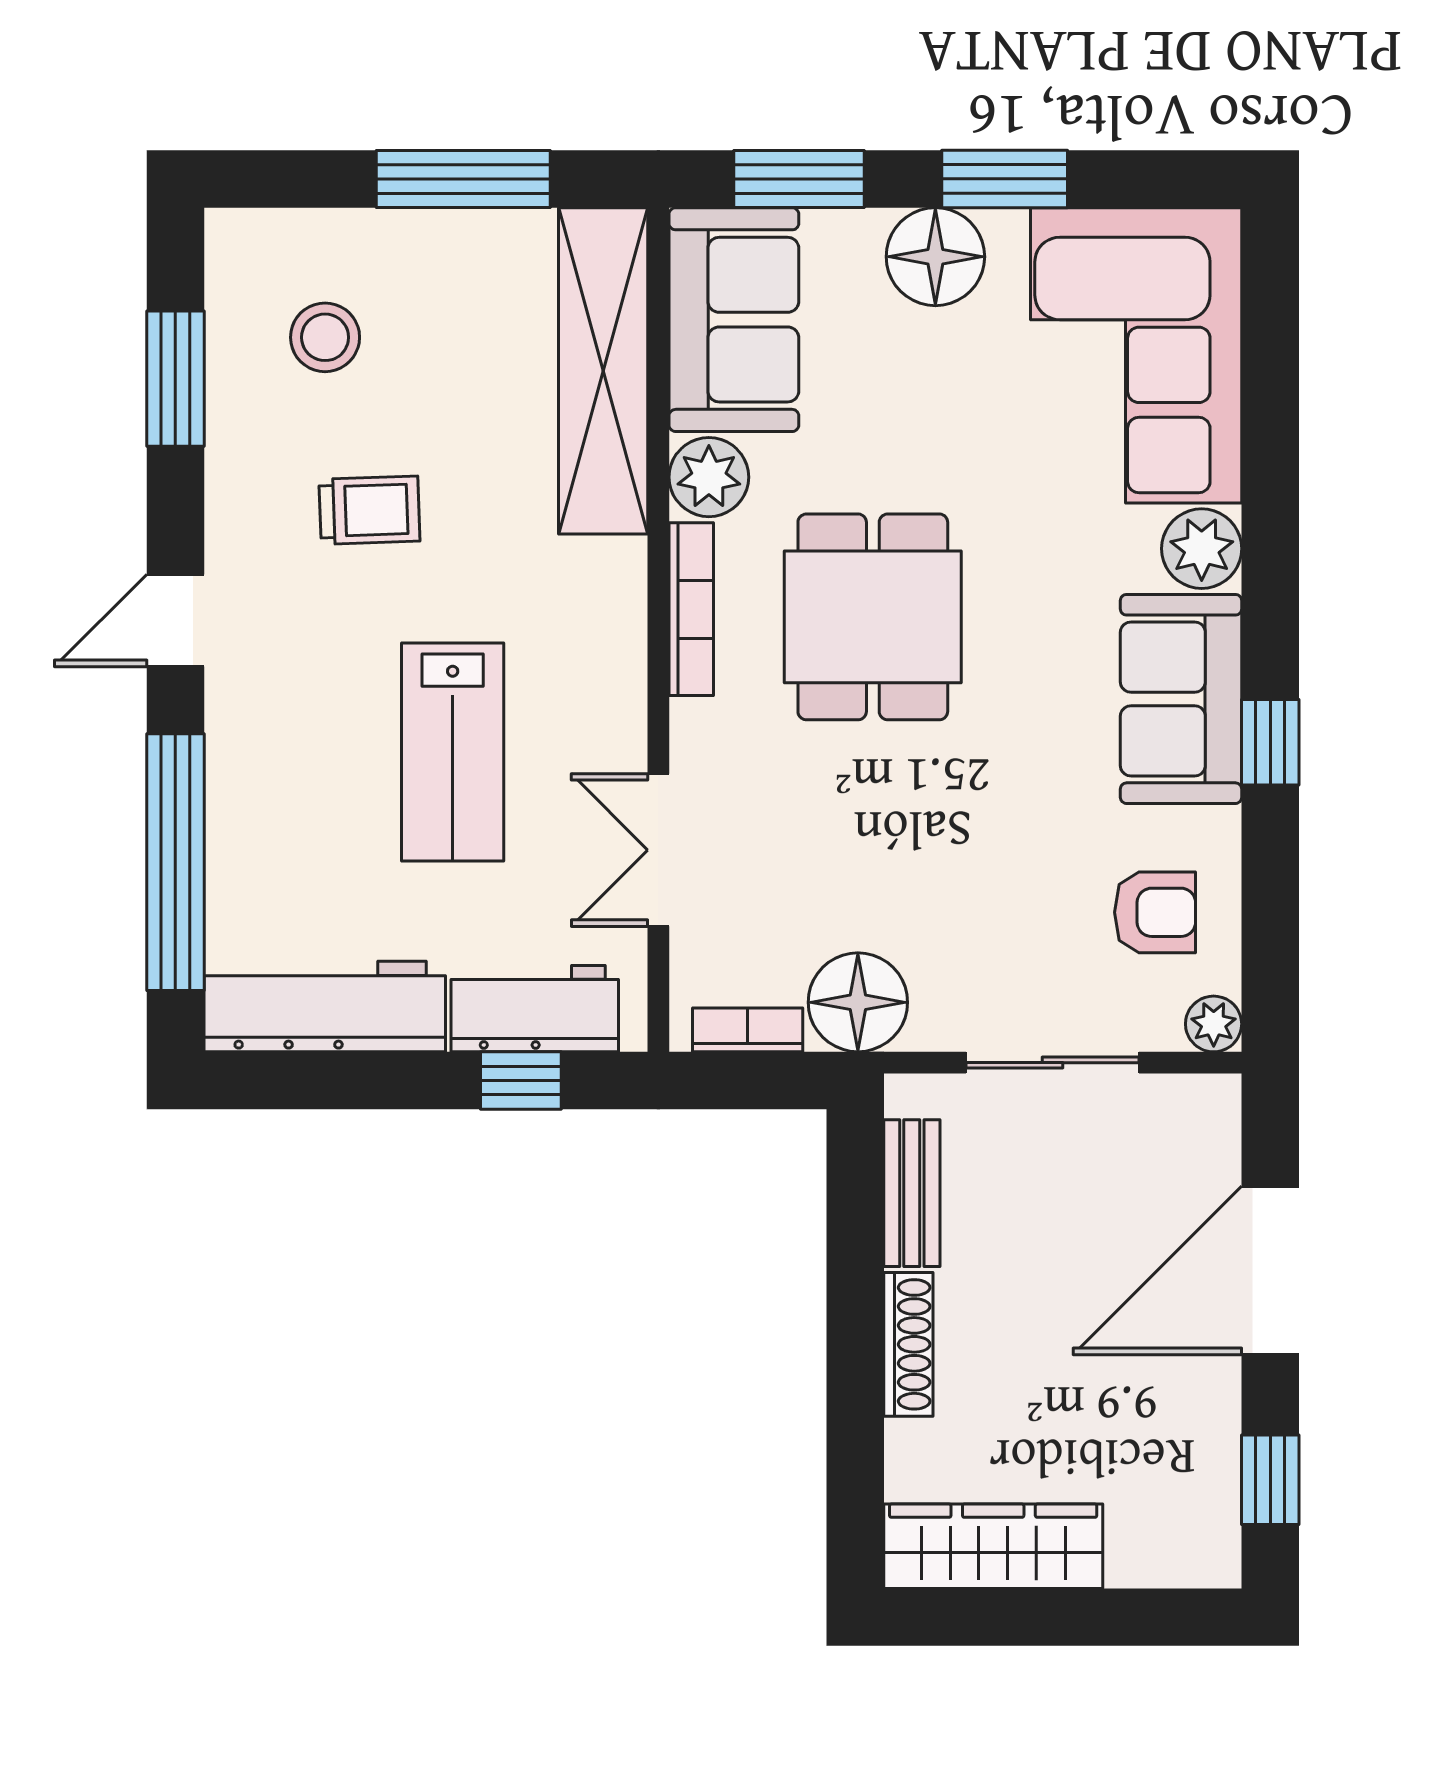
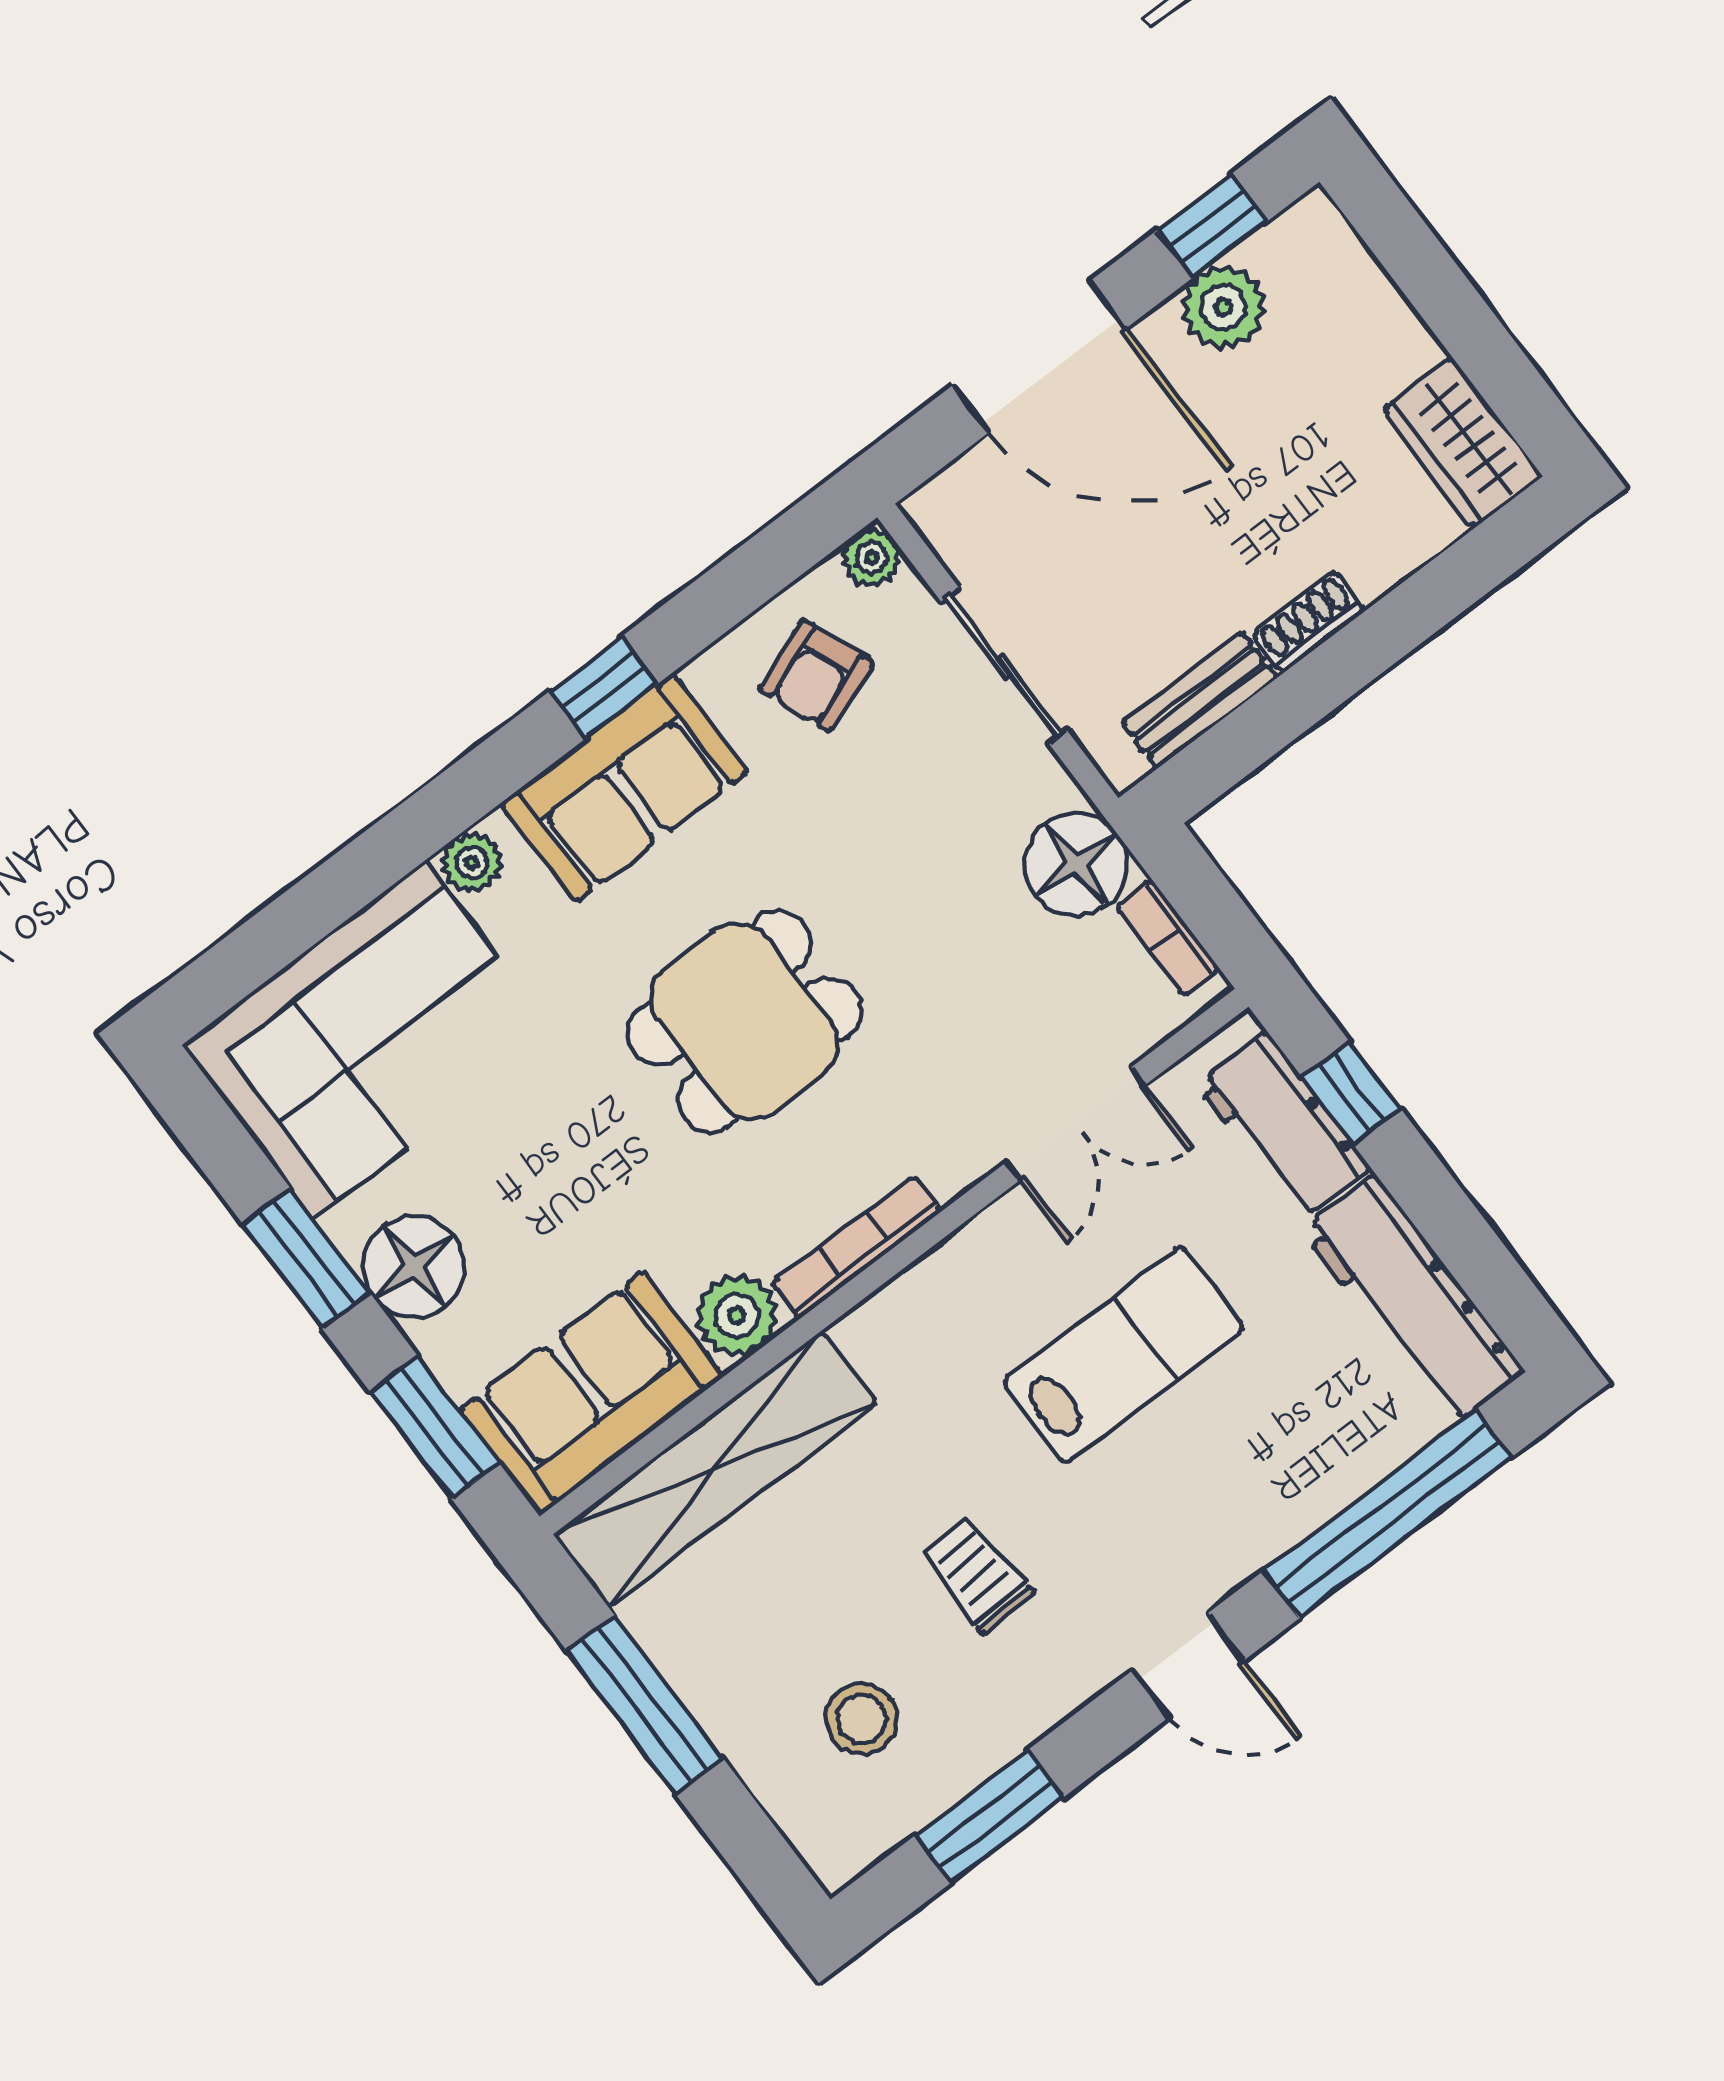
plant: (1202, 549) -> (472, 863), width x0.73, depth x0.73
dining table: (873, 617) -> (744, 1021), moved
armchair: (1155, 912) -> (816, 676), turned -111
shoe rack: (908, 1344) -> (1309, 622), width x0.70
plant: (1201, 1441) -> (1223, 307), added
wardrobe: (993, 1546) -> (1463, 443), width x0.67

